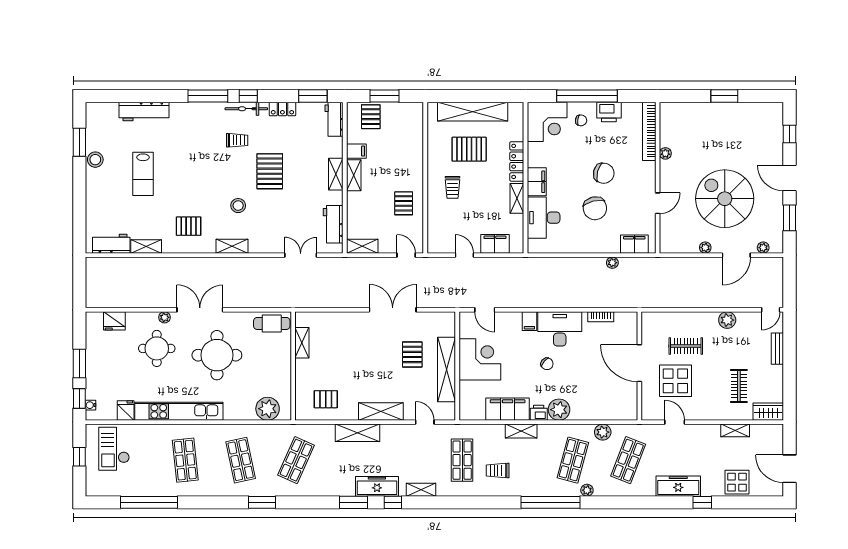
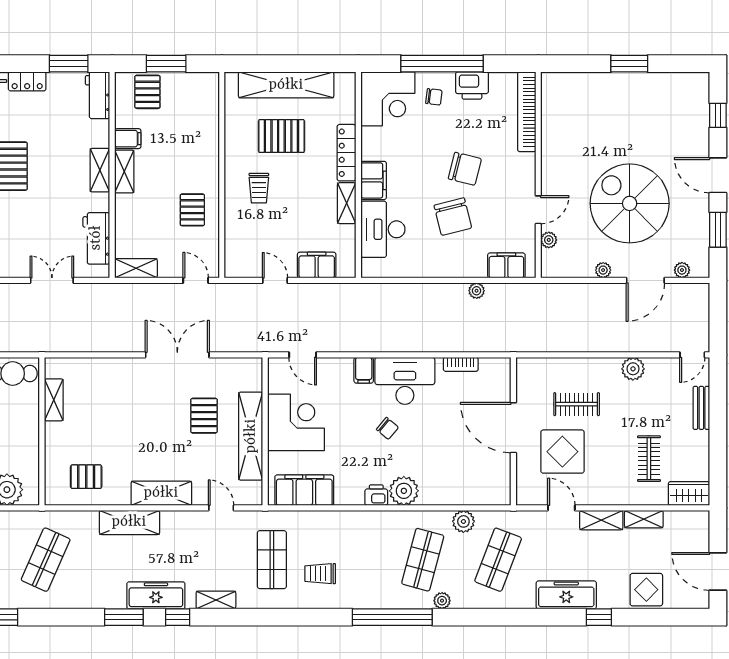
plant: (665, 153) -> (549, 240), moved
filing cabinet: (508, 409) -> (304, 490), moved
shelving: (521, 431) -> (601, 520), moved

